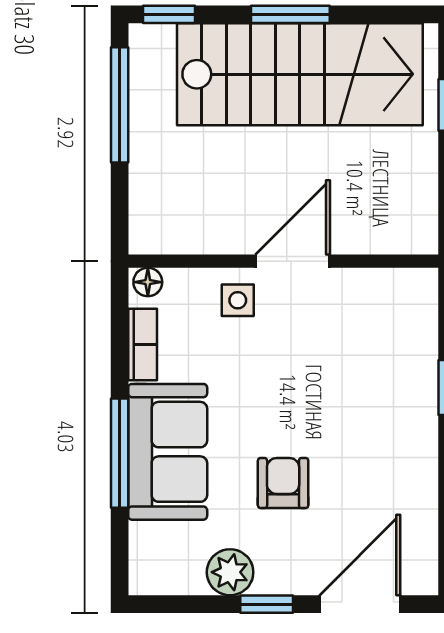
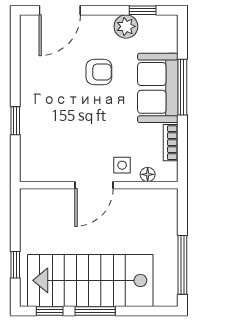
window: (169, 14) -> (50, 311), moved
floor lamp: (148, 282) -> (148, 174), moved
armchair: (283, 483) -> (99, 72), turned -90
window: (267, 604) -> (143, 10), moved

